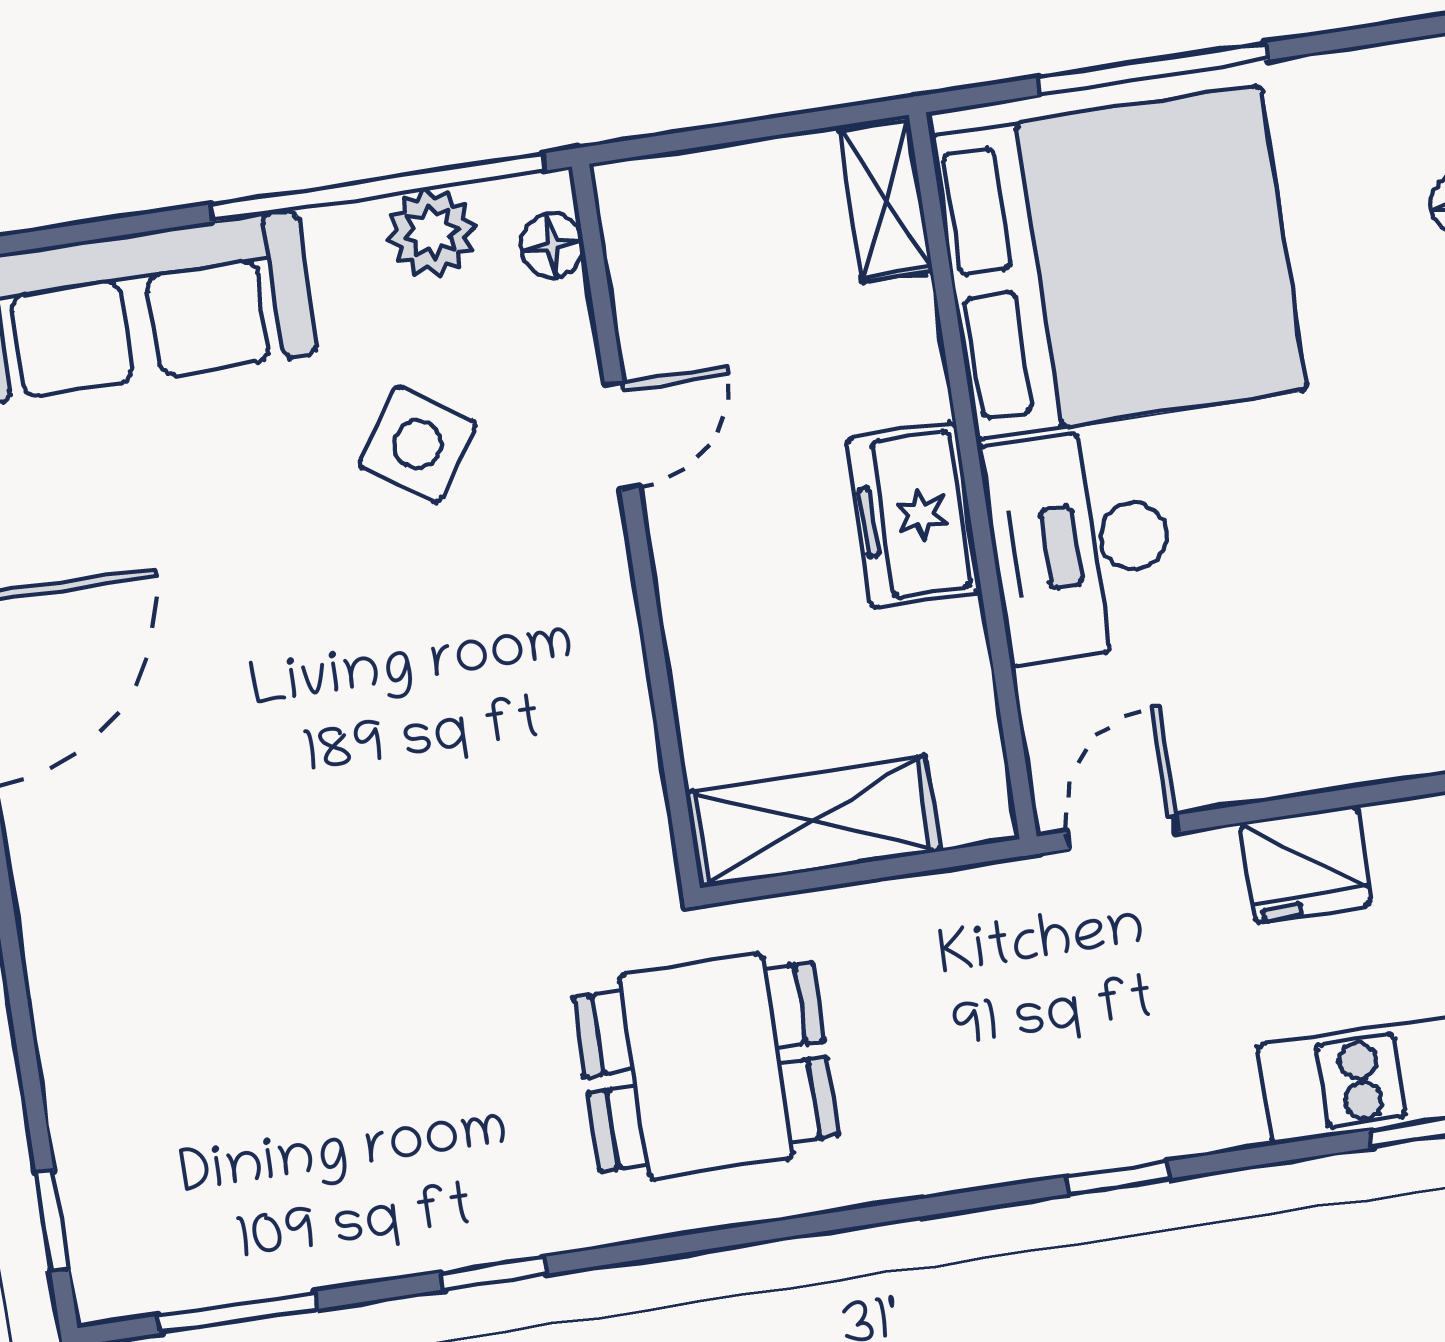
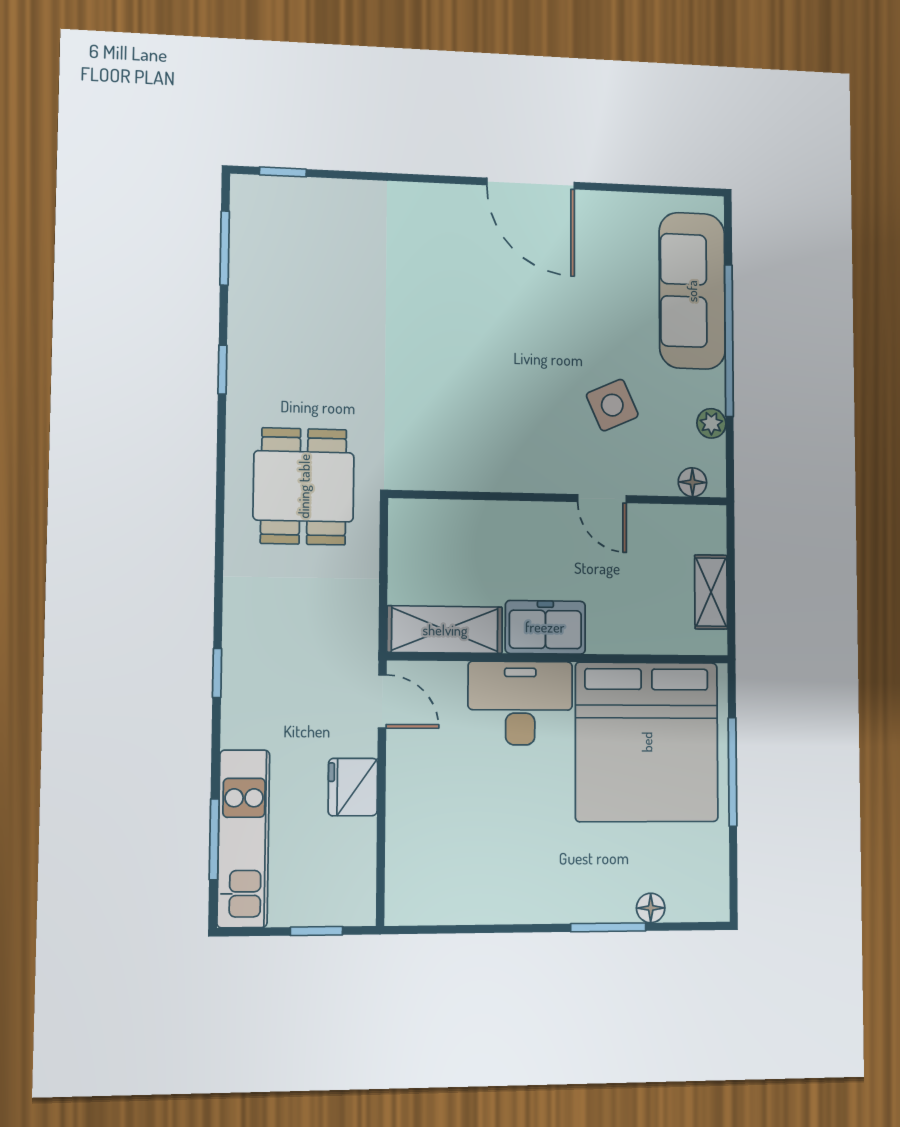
window: (378, 187) -> (729, 341), moved
shelving: (886, 199) -> (711, 592), moved, turned 90
plant: (432, 233) -> (711, 423), width x0.73, depth x0.73
side table: (418, 444) -> (612, 405), turned 32
shelving: (813, 822) -> (445, 630), moved, turned 90

